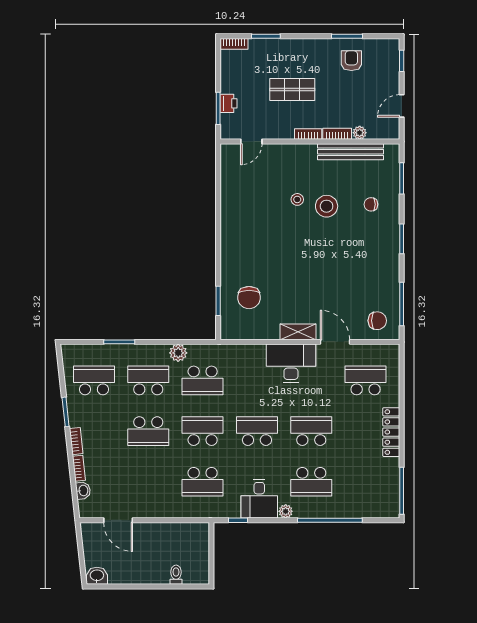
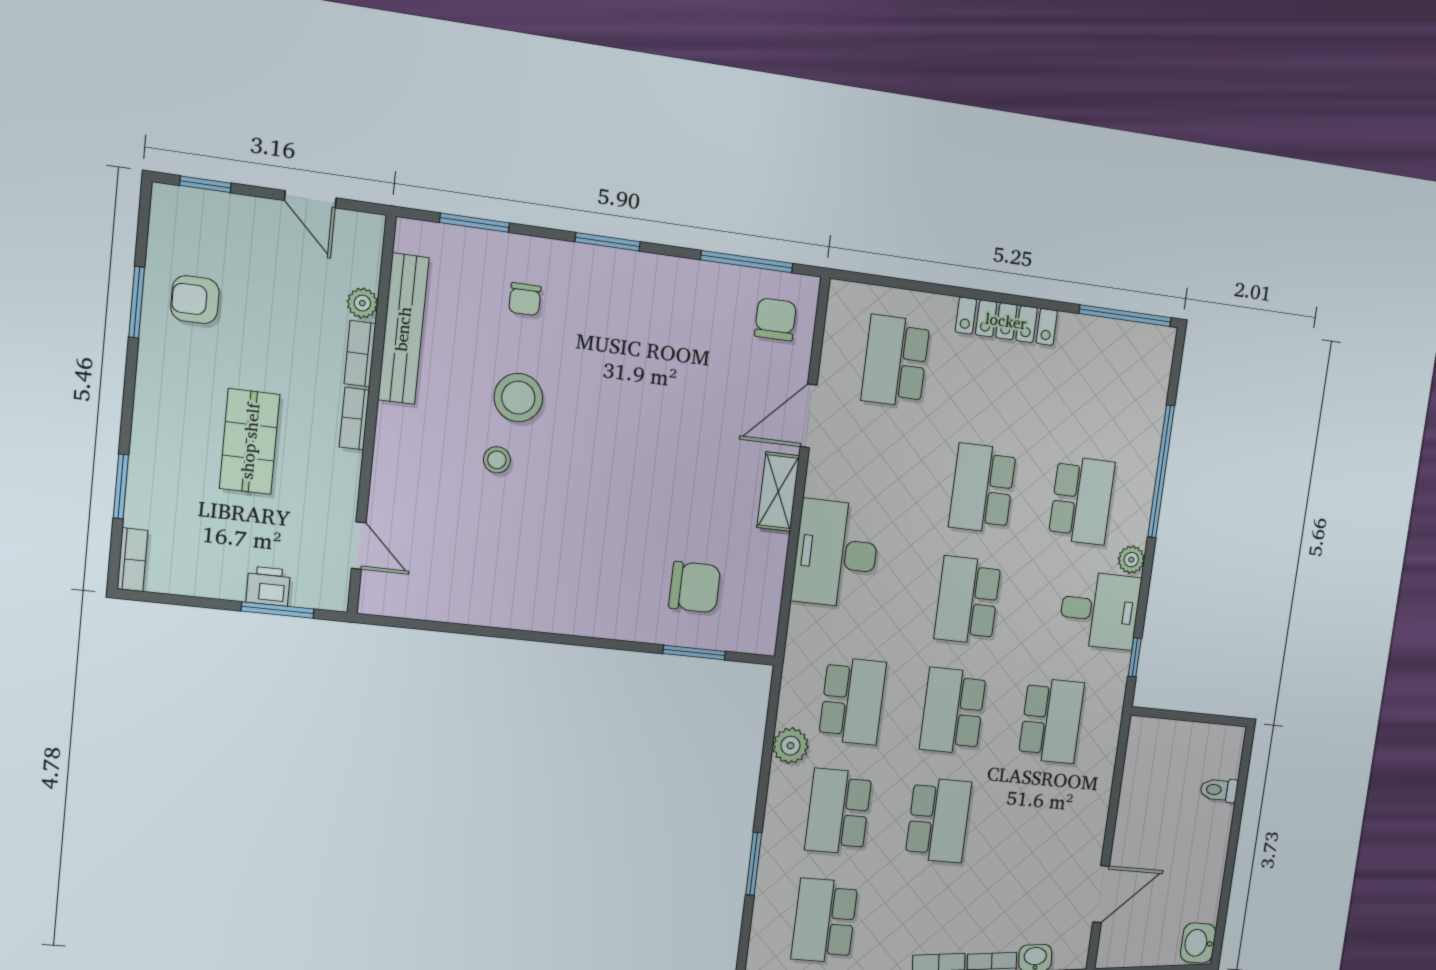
desk: (291, 363) -> (836, 554), moved

